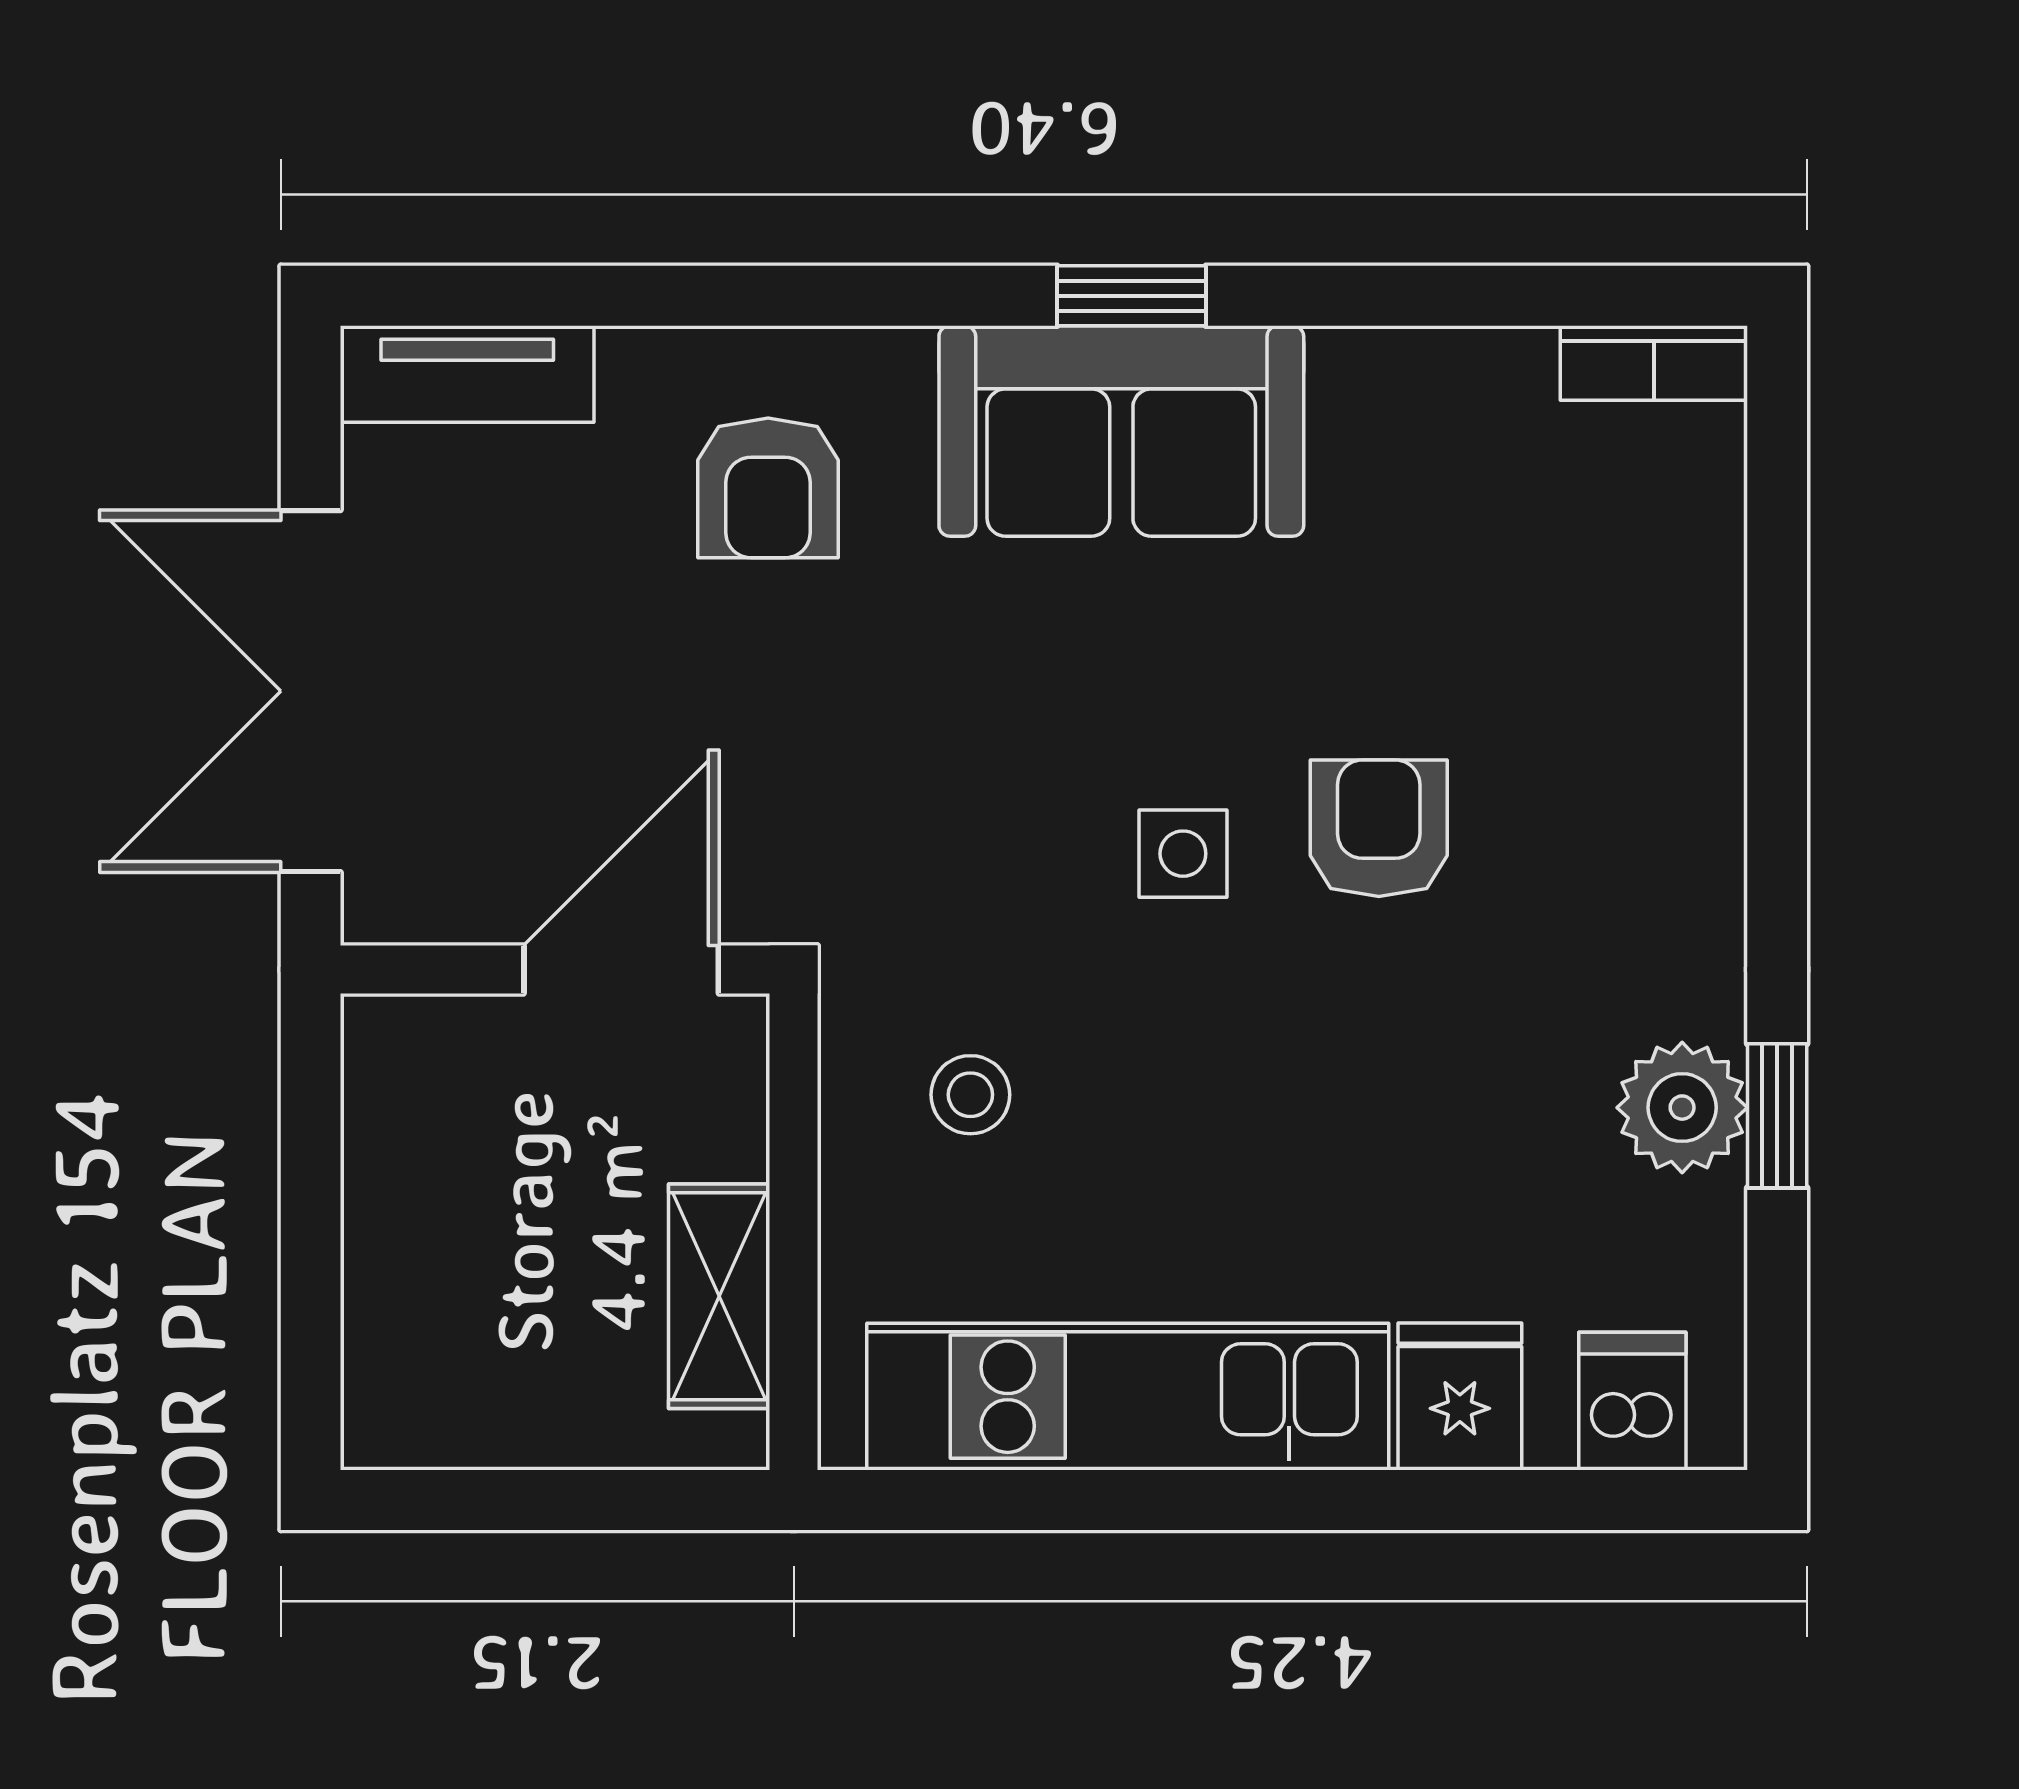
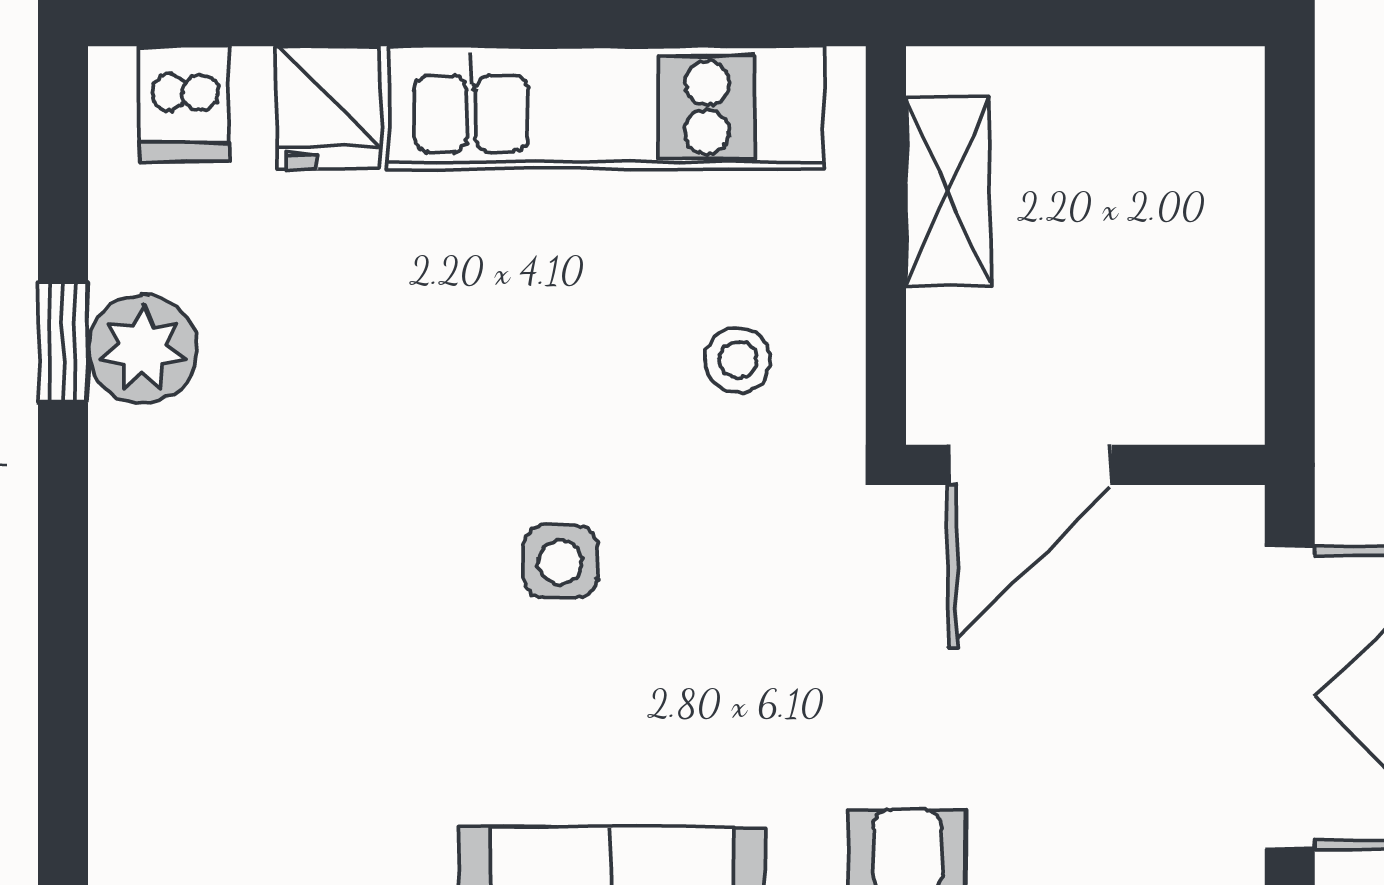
armchair: (1379, 828) -> (396, 583), removed

